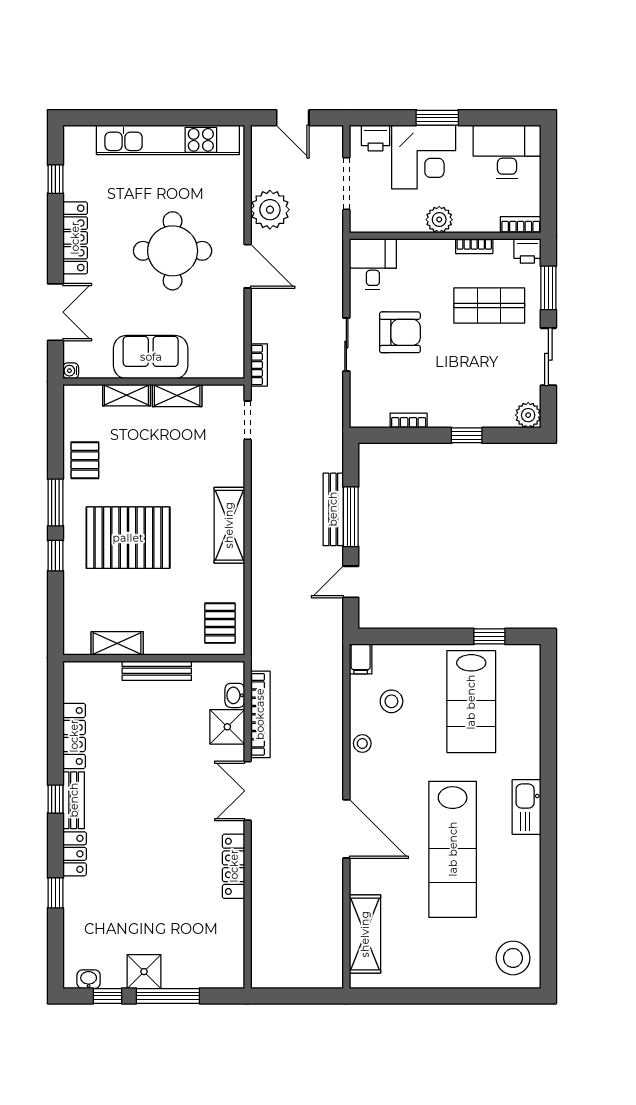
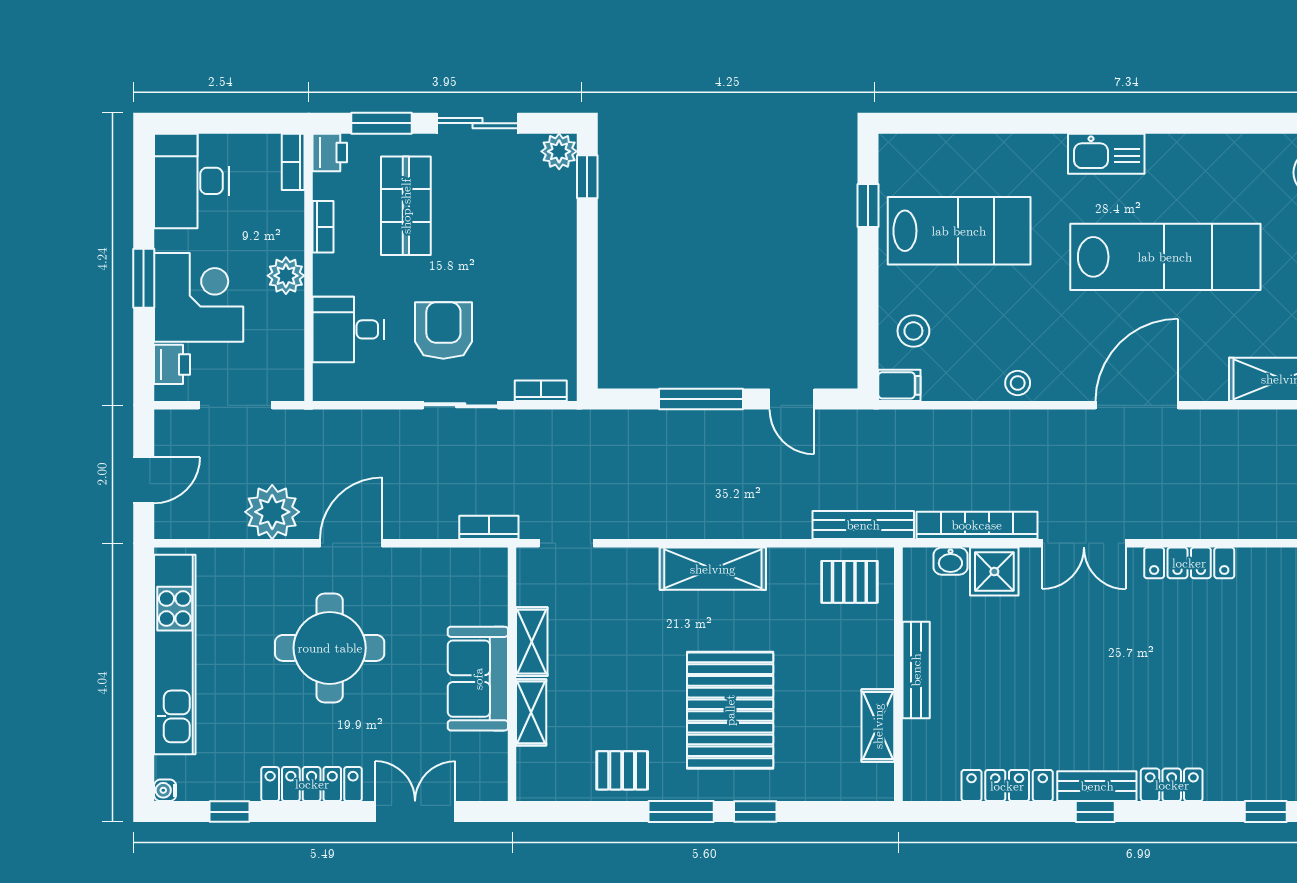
desk: (373, 264) -> (348, 329), moved
water cooler: (71, 371) -> (165, 790), moved, turned 90
bookcase: (409, 421) -> (541, 391), moved, turned 90
window: (467, 435) -> (587, 177), moved
bench: (333, 509) -> (863, 525), moved
stool: (391, 701) -> (913, 331), moved
window: (55, 893) -> (1266, 812), moved

